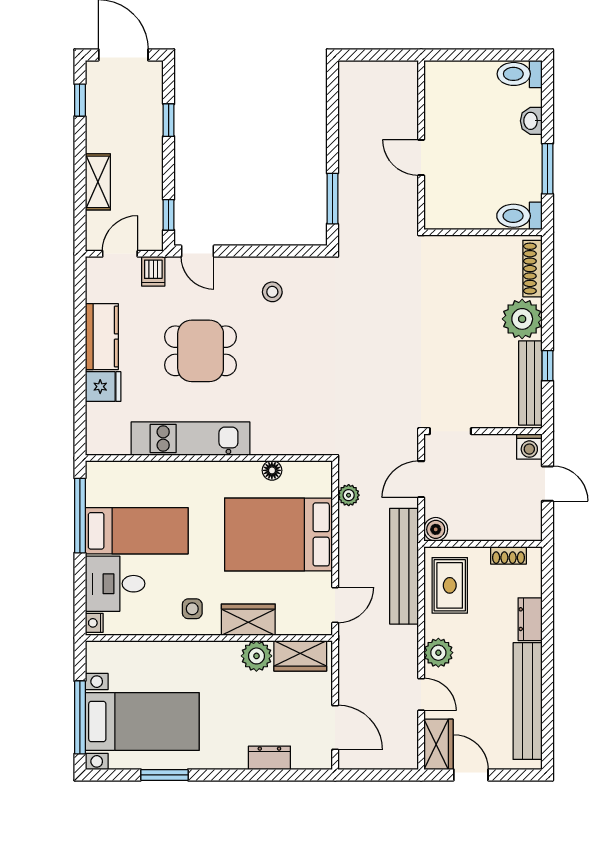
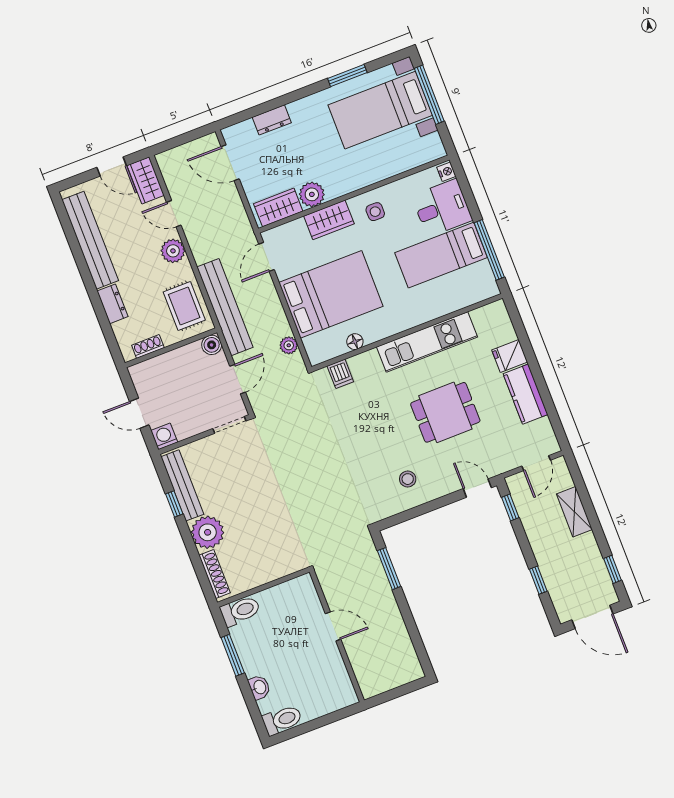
dishwasher: (153, 271) -> (340, 374), moved, turned 180

